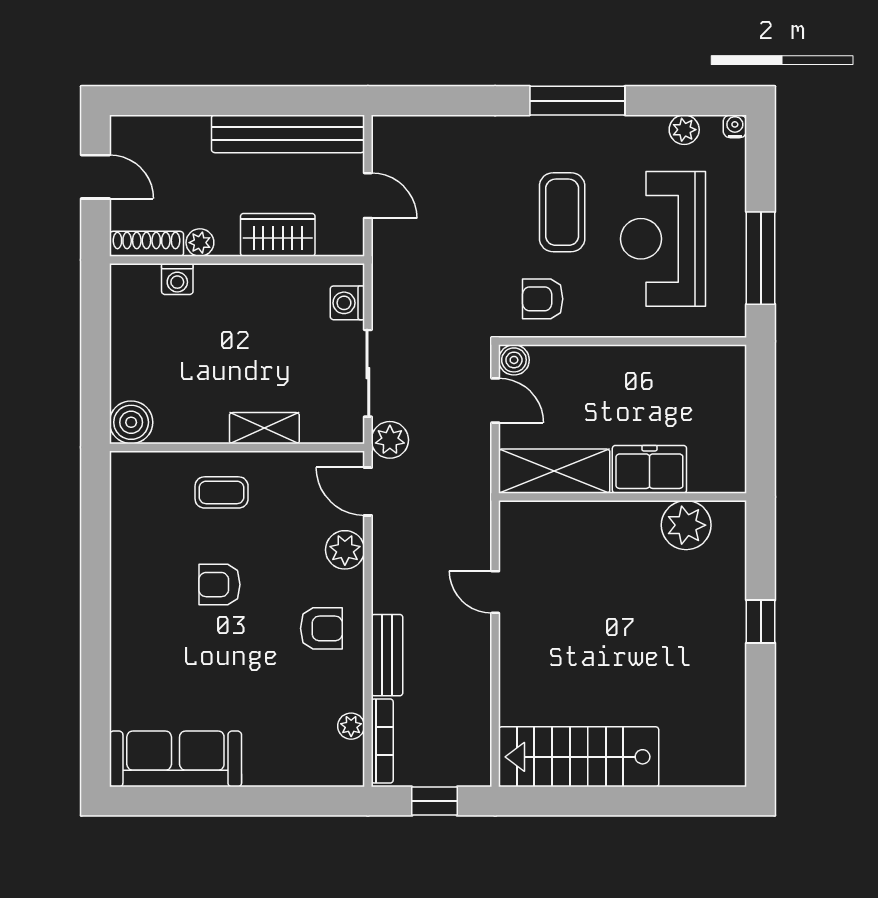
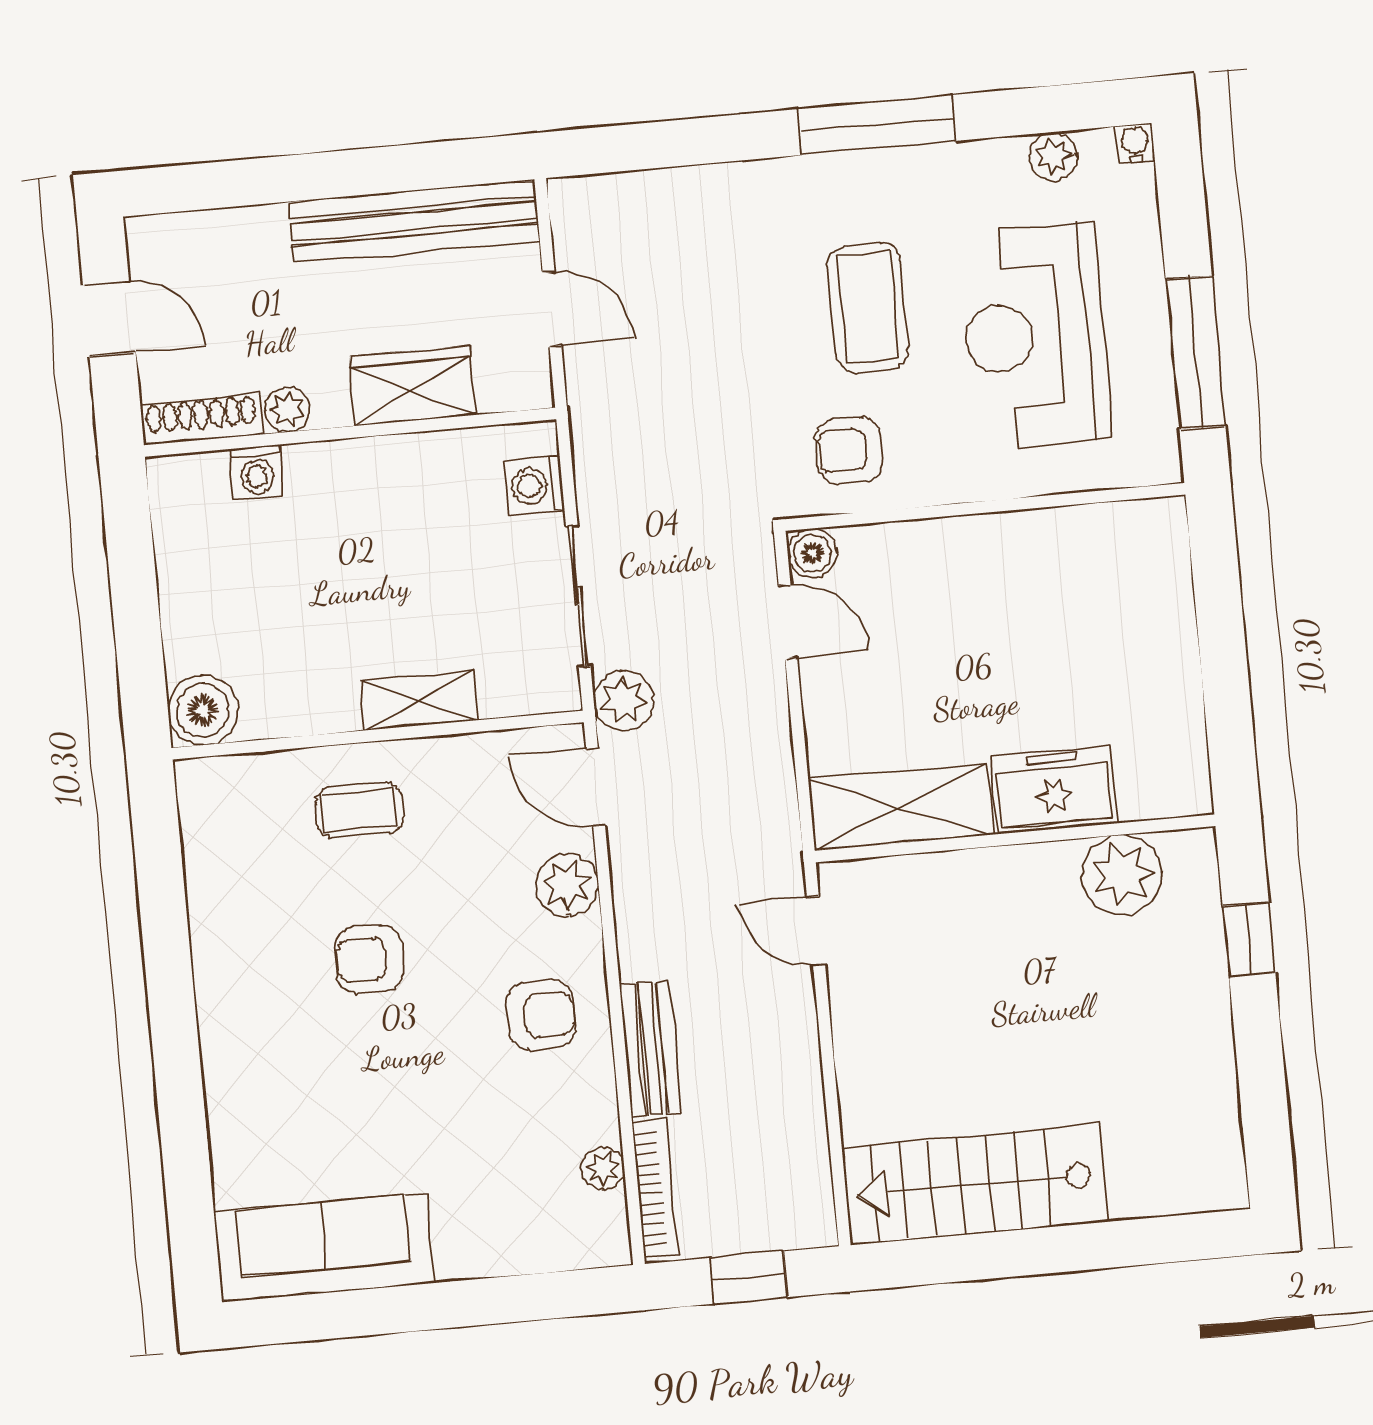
freezer: (649, 469) -> (1054, 790), moved
shelving: (554, 471) -> (901, 807), moved
wall: (623, 497) -> (1015, 838), moved
plant: (686, 525) -> (1122, 875), moved

